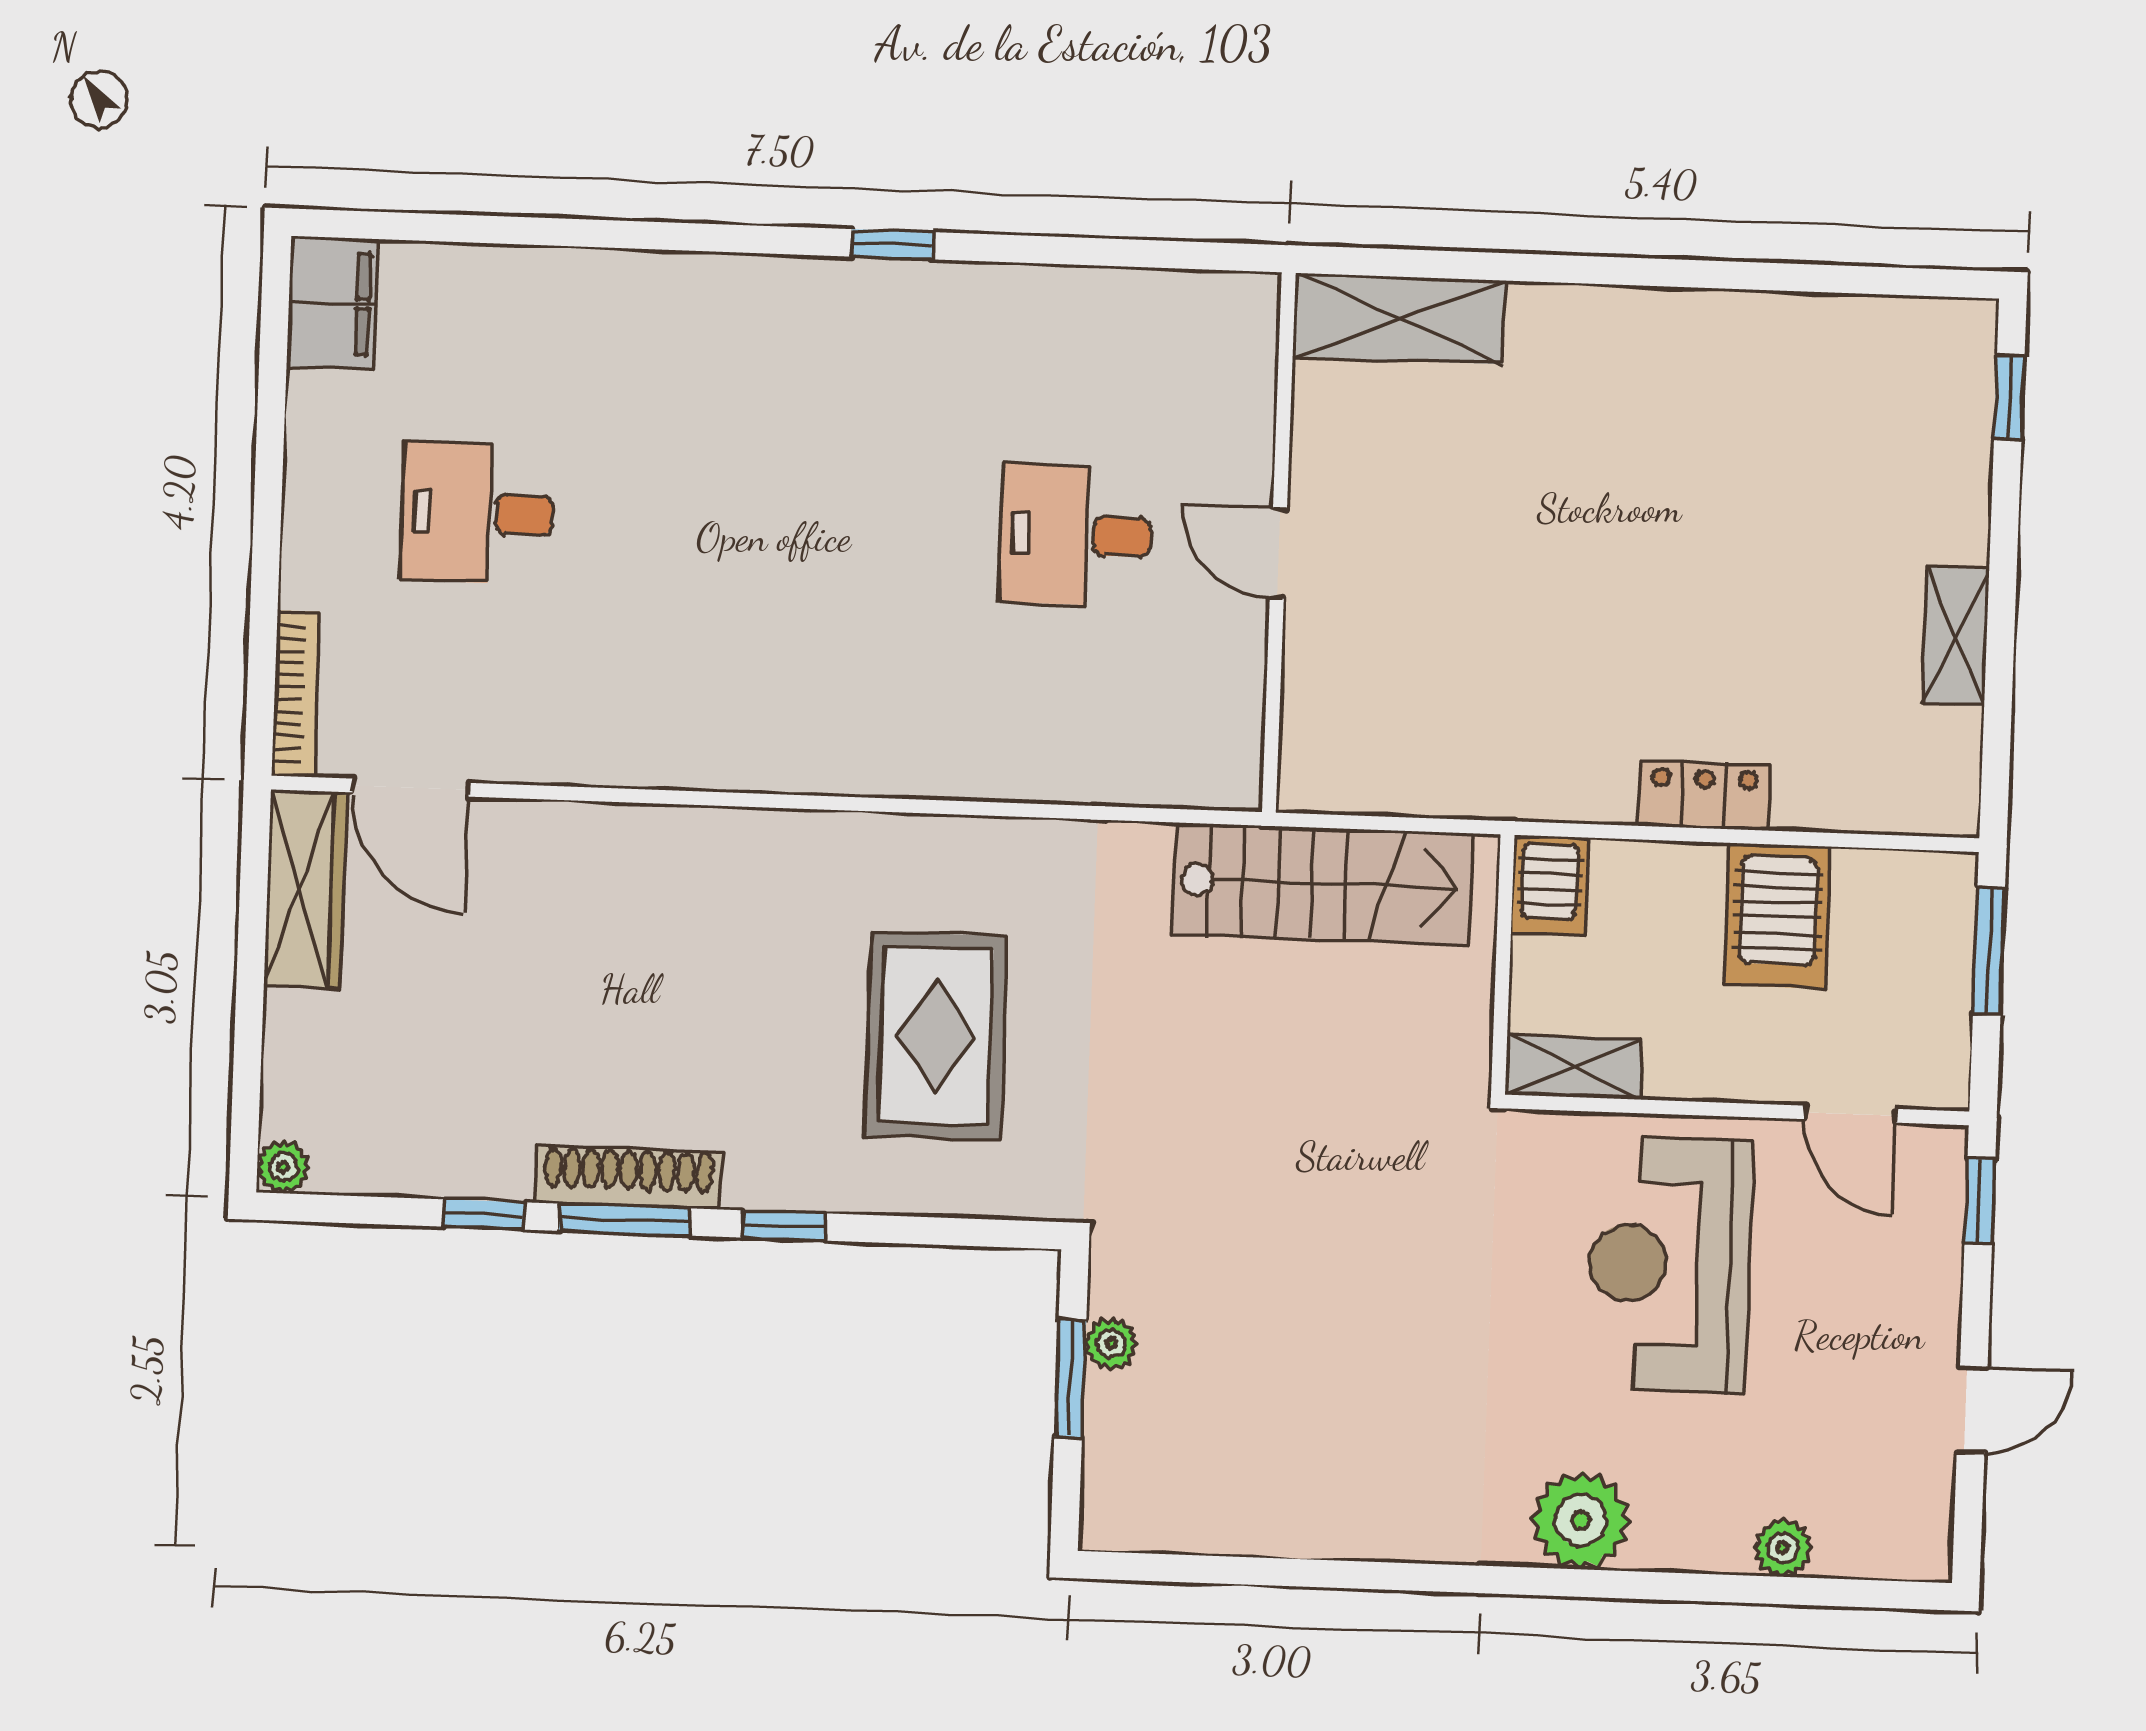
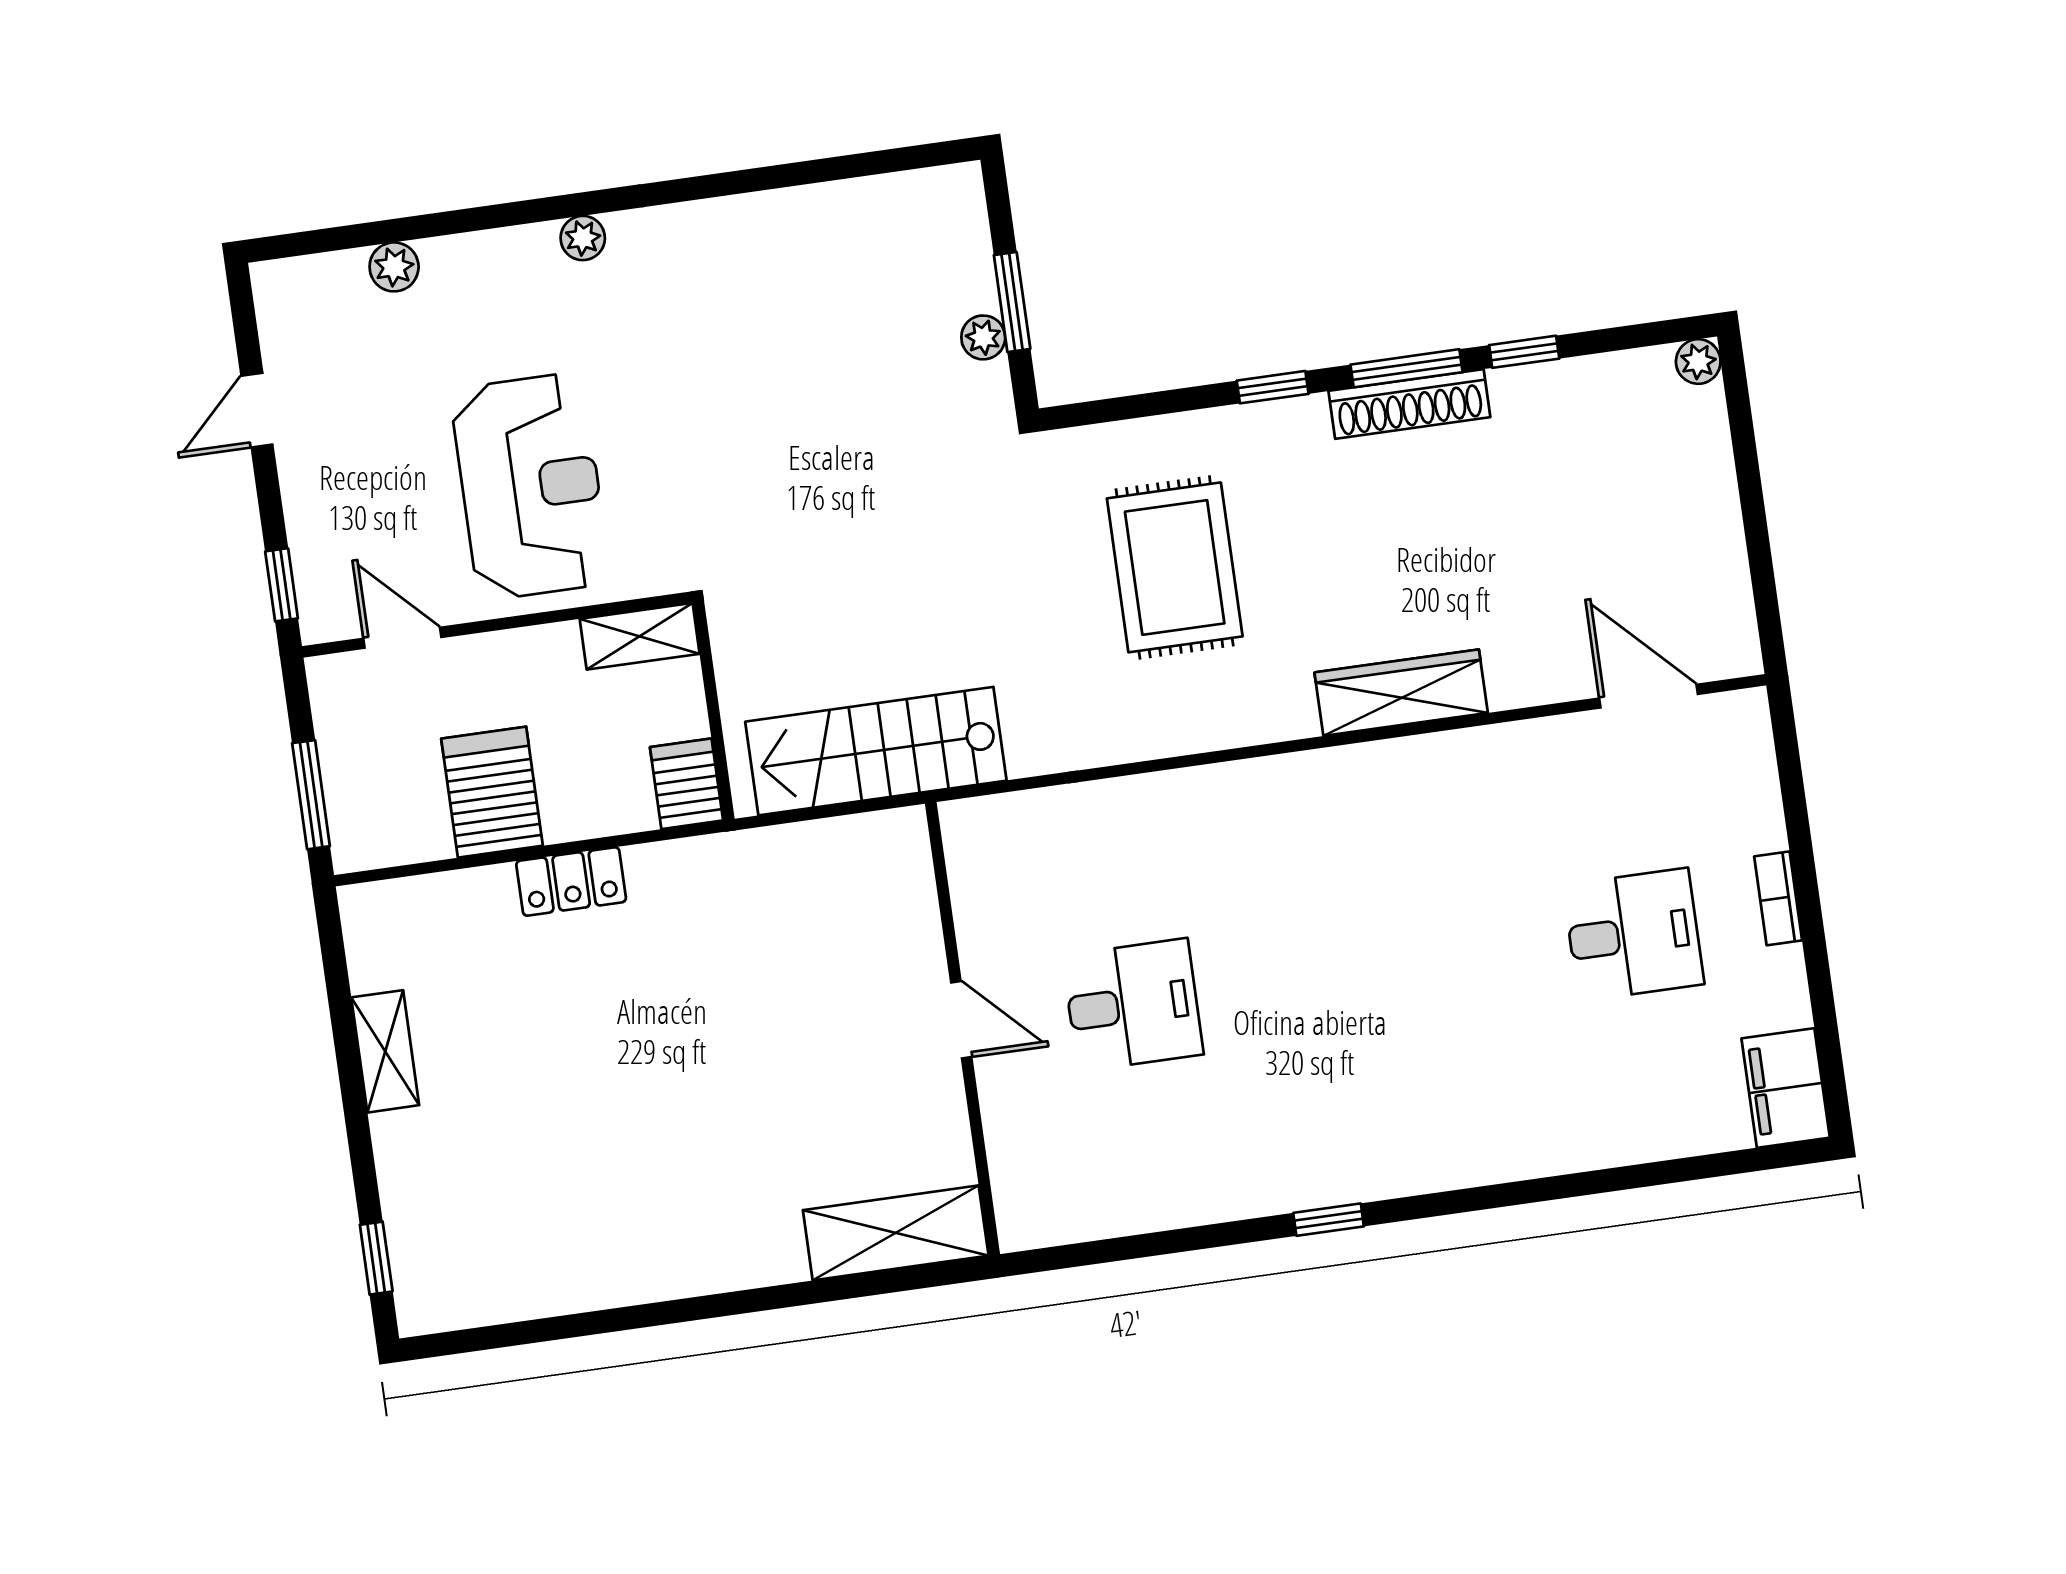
bookcase: (296, 694) -> (1778, 898), moved, width x0.64
wardrobe: (305, 889) -> (1401, 693), moved, turned 90
plant: (1581, 1520) -> (583, 238), width x0.53, depth x0.53

